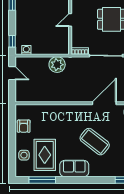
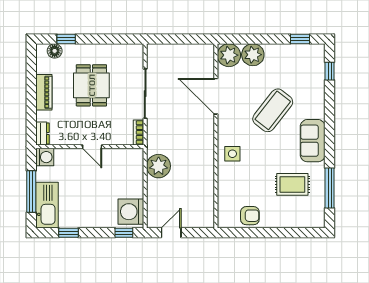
washing machine: (26, 50) -> (131, 212), width x1.89, depth x1.89
side table: (24, 155) -> (232, 154), moved
rug: (45, 155) -> (292, 184), width x0.73, depth x0.70

